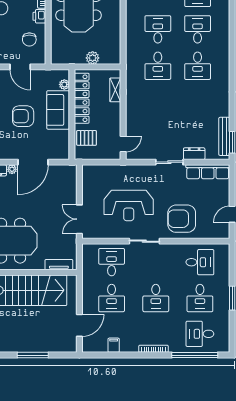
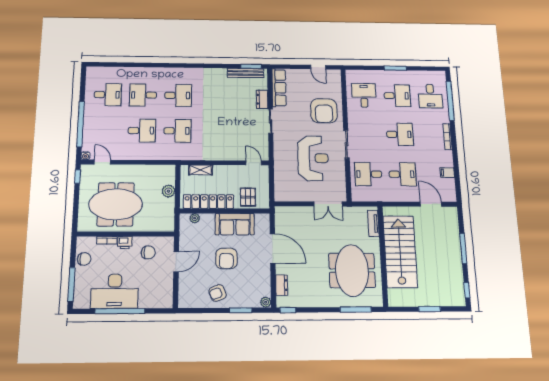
desk: (158, 29) -> (142, 131), turned 180
sofa: (58, 110) -> (235, 224), moved
plant: (12, 169) -> (280, 269), removed

